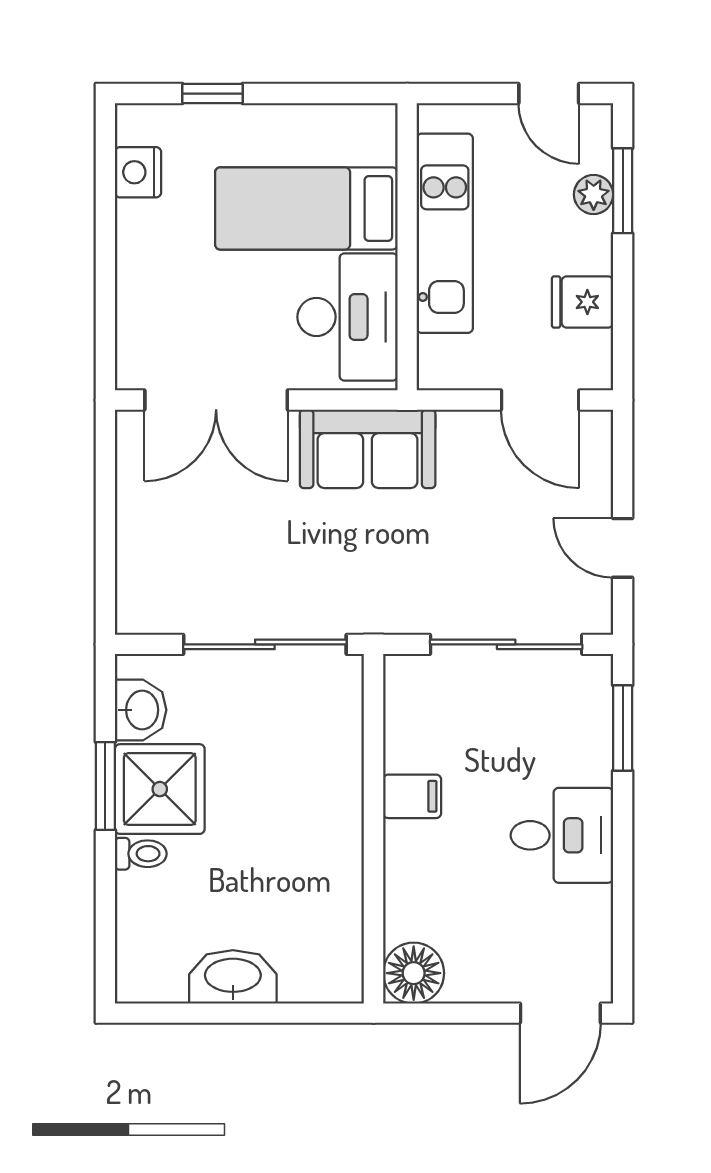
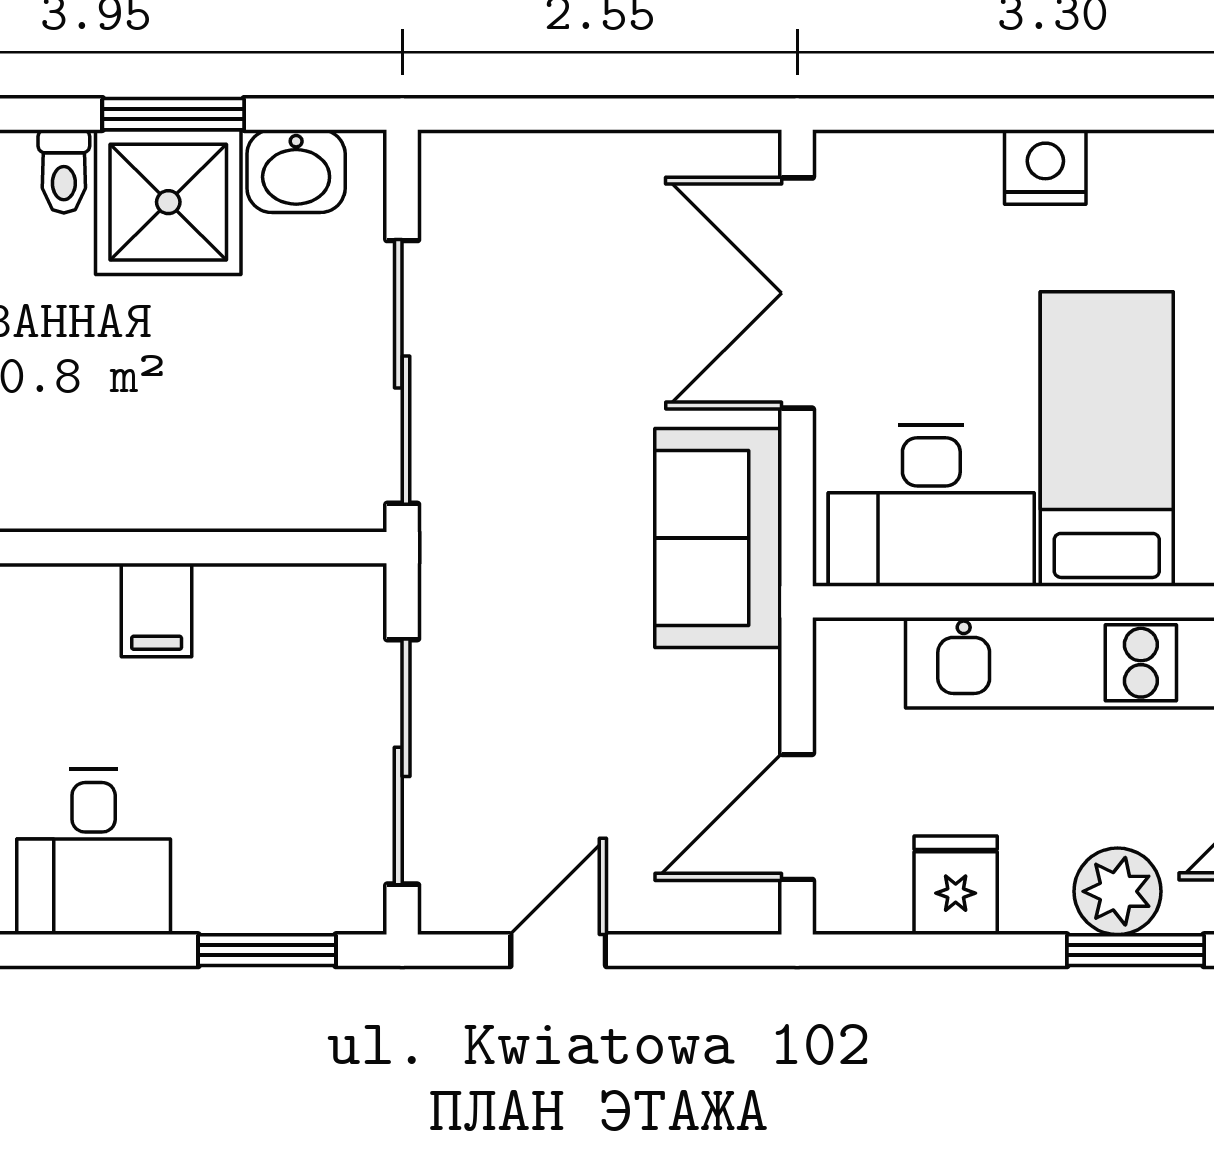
nightstand: (138, 172) -> (1045, 167), moved
plant: (594, 194) -> (1118, 891), width x1.38, depth x1.38

